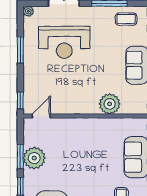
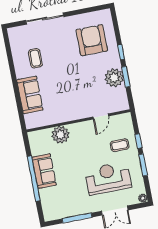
coffee table: (126, 19) -> (120, 145), moved
window: (20, 100) -> (138, 141), moved
door: (41, 116) -> (101, 116), moved

